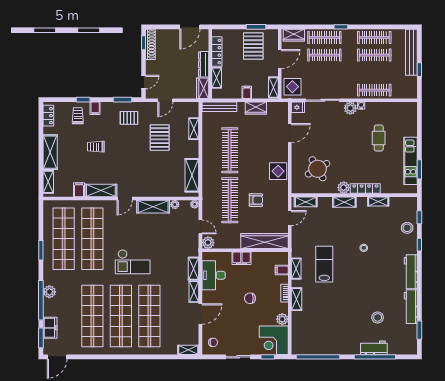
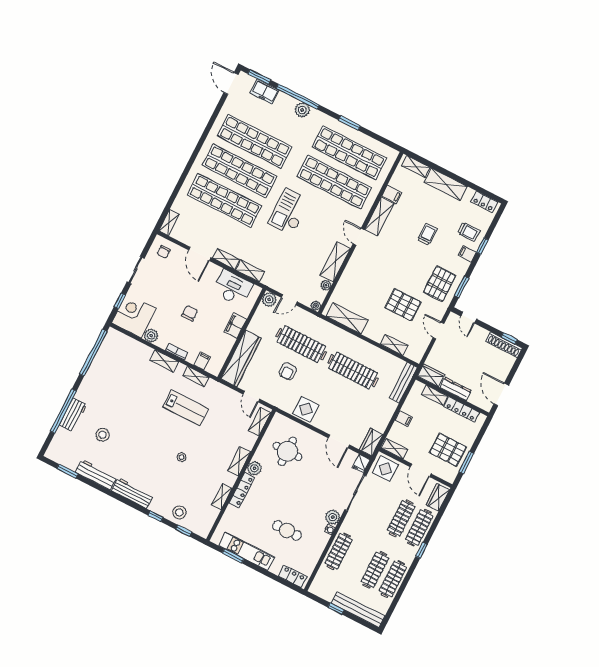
wardrobe: (256, 108) -> (371, 442), moved
locker: (412, 116) -> (293, 576), added
pallet: (129, 118) -> (440, 284), width x1.50, depth x1.42
round table: (318, 169) -> (287, 451), turned 30

